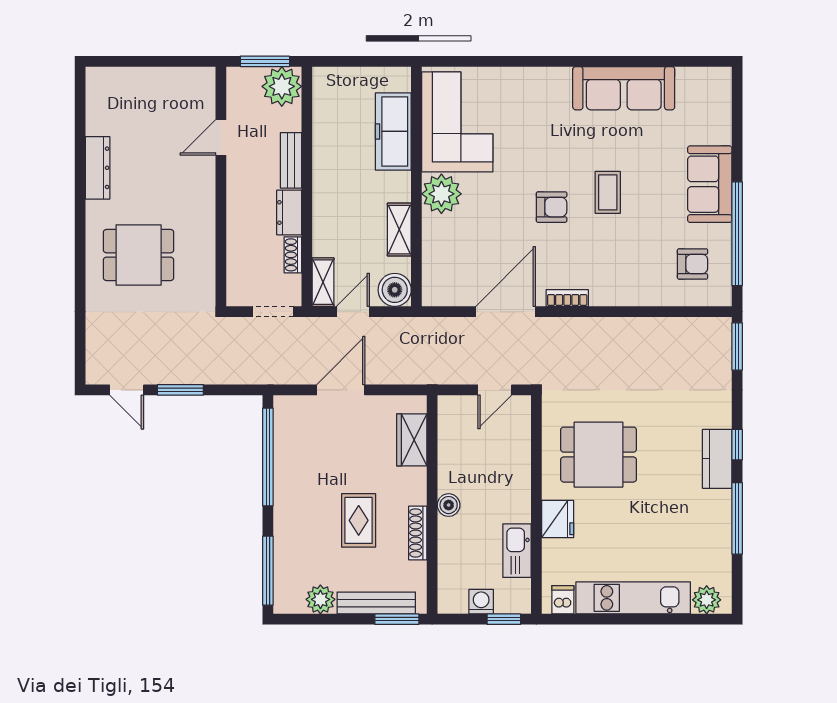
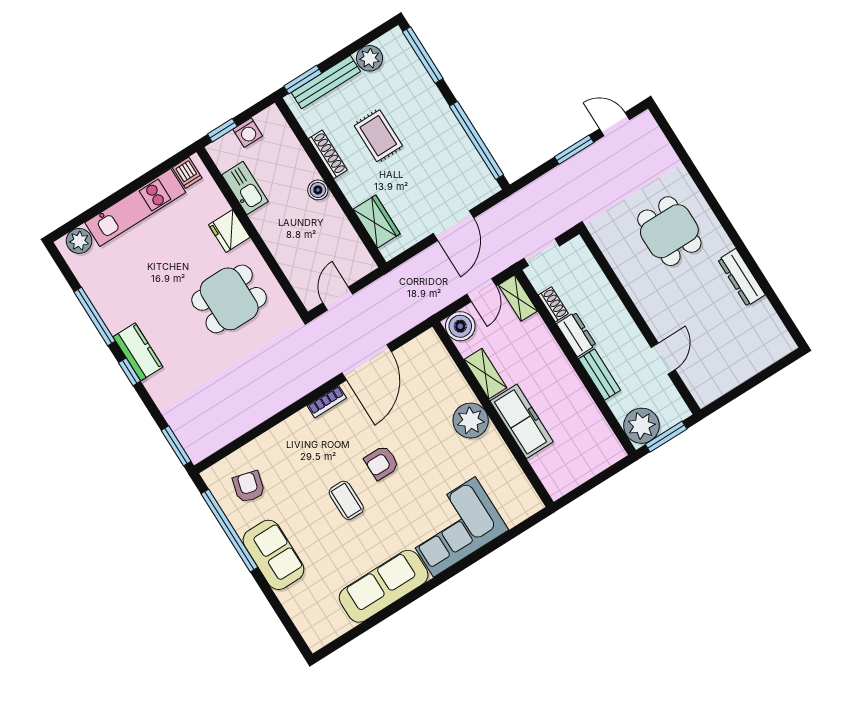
corner sofa: (457, 122) -> (454, 527), moved, turned 90
freezer: (393, 131) -> (522, 421), moved
dining table: (139, 255) -> (669, 231), turned 90
armchair: (693, 264) -> (249, 487), turned 105

